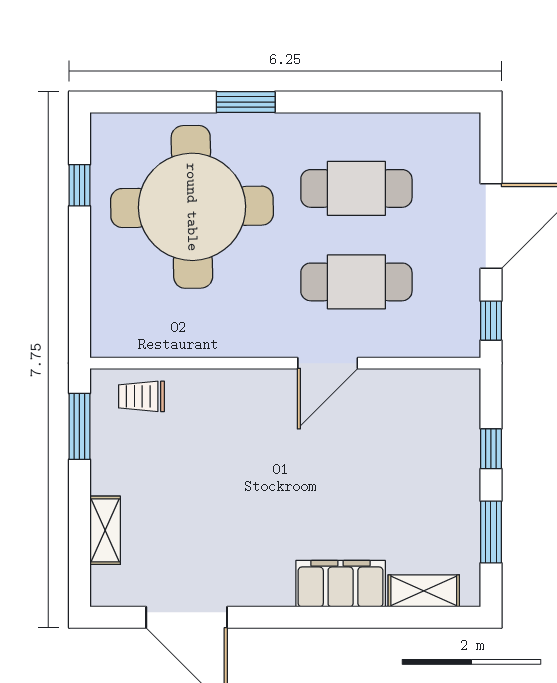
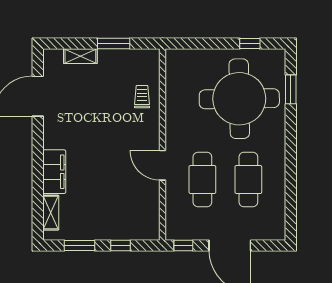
window: (246, 102) -> (291, 89), moved
trolley: (141, 396) -> (142, 97), moved
window: (79, 426) -> (114, 43), moved

